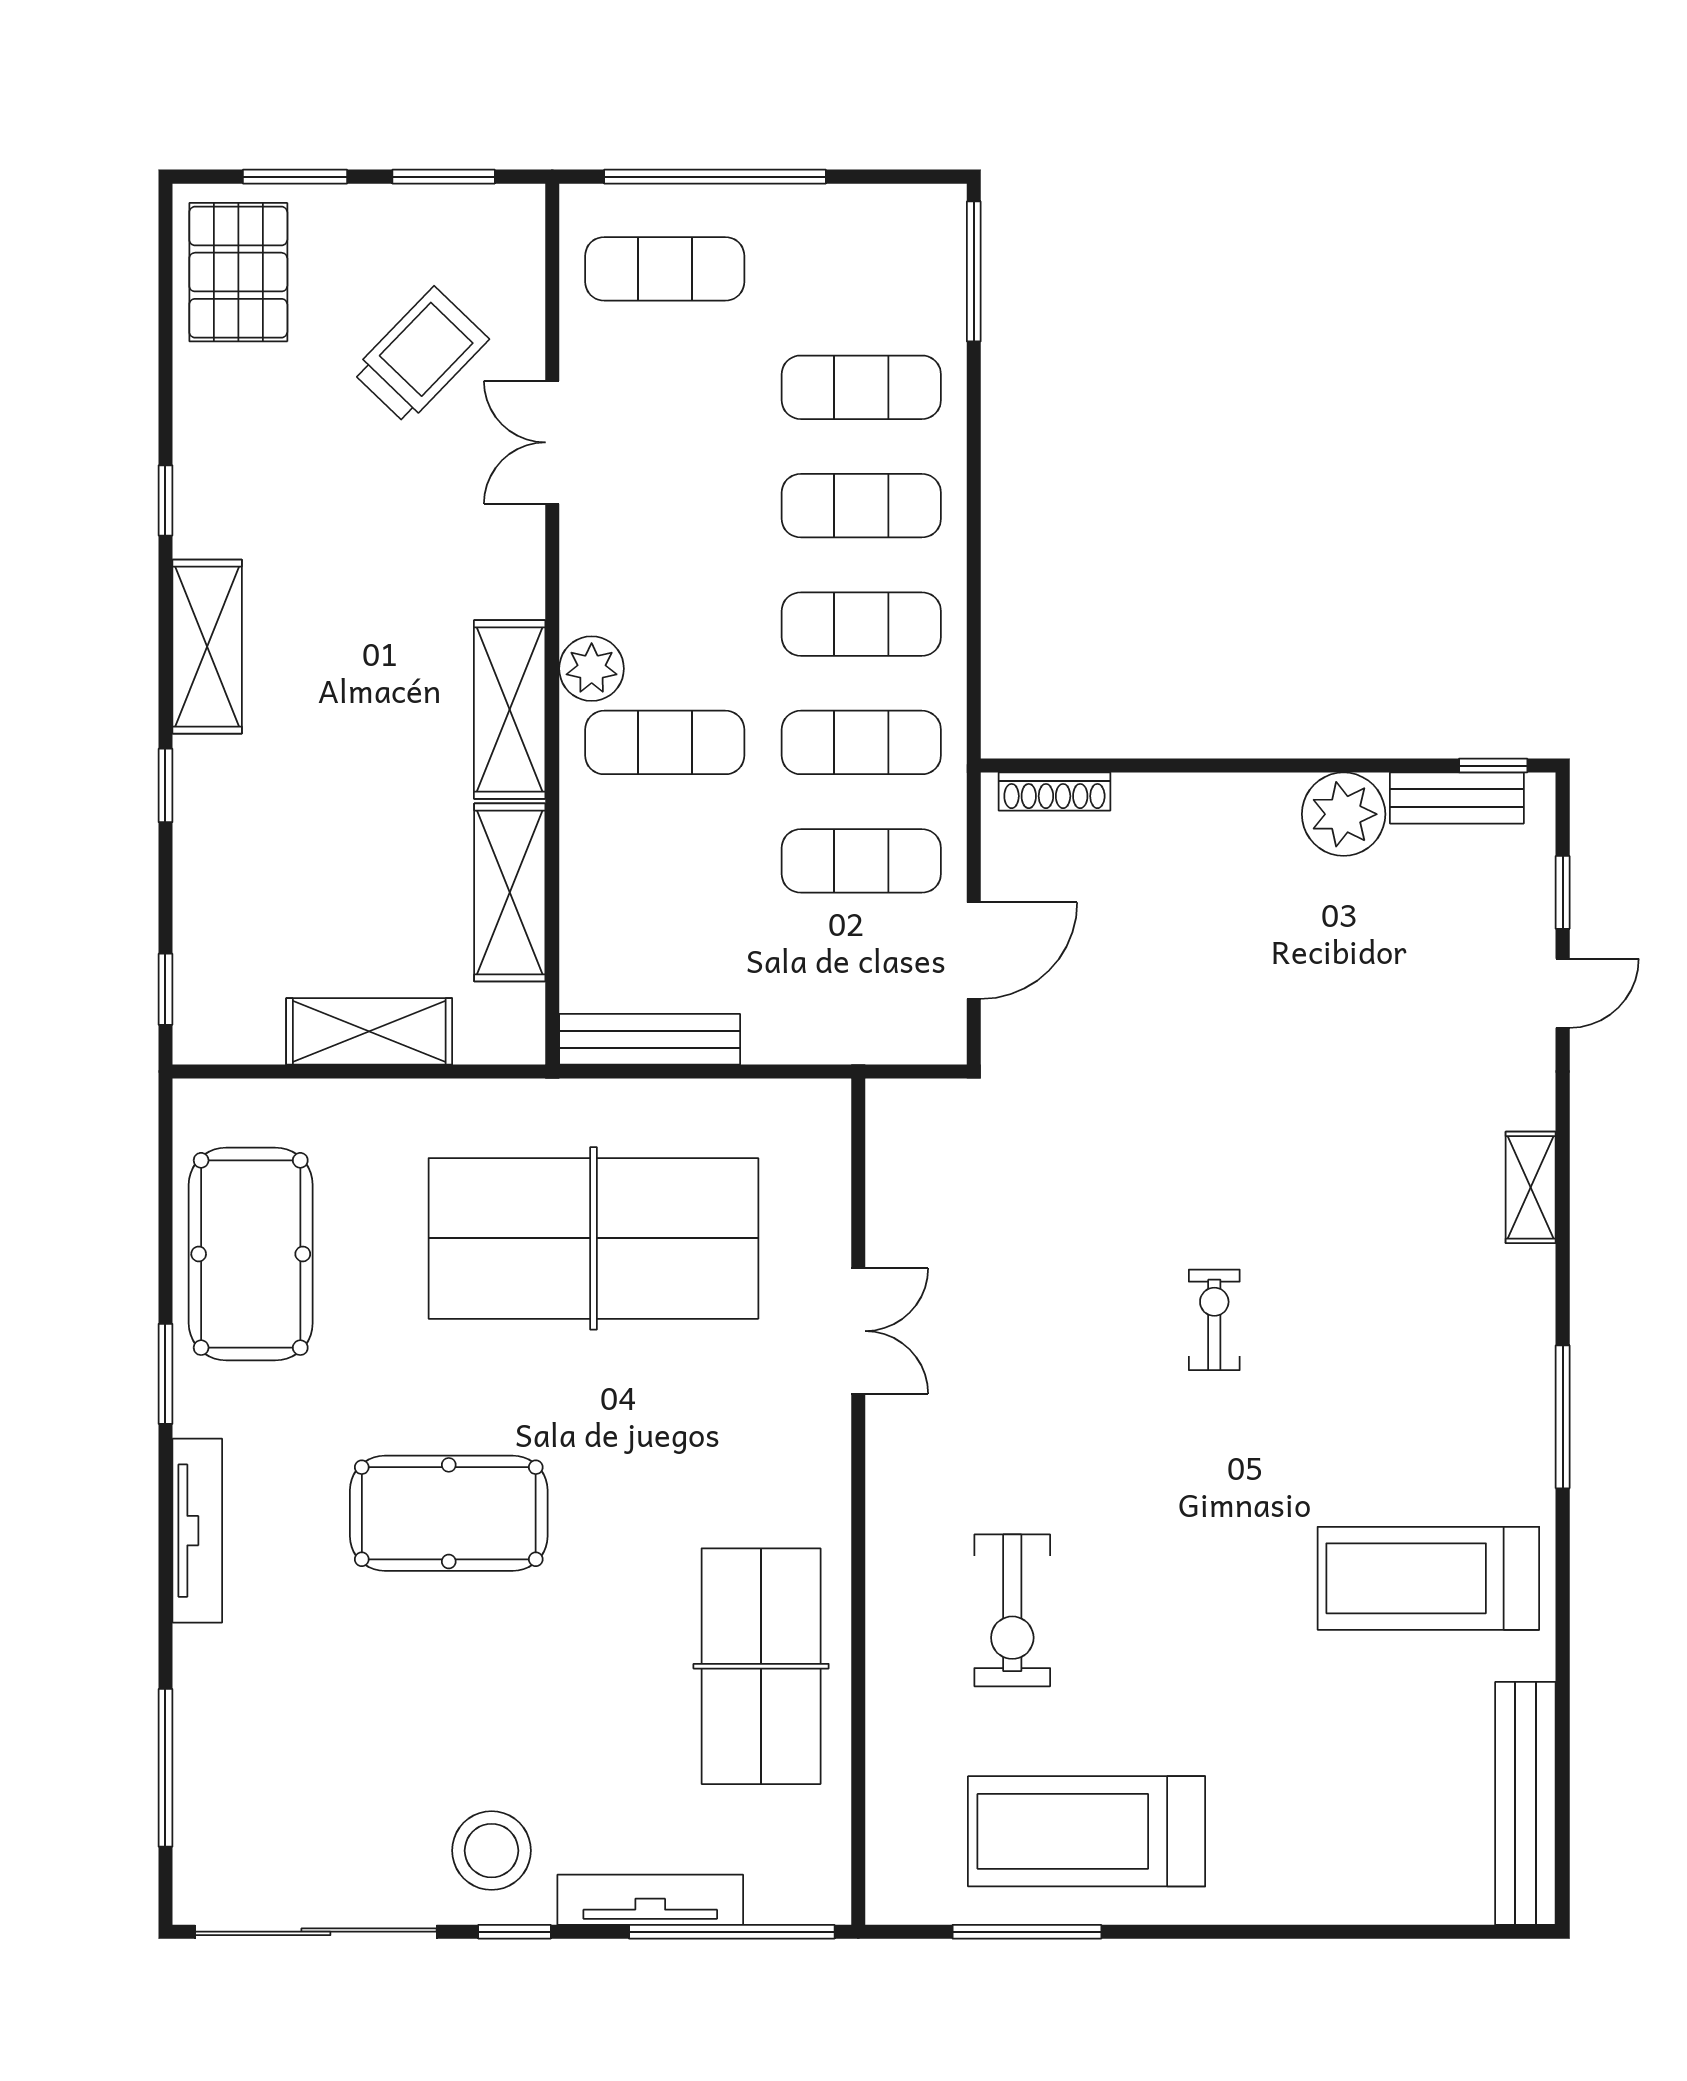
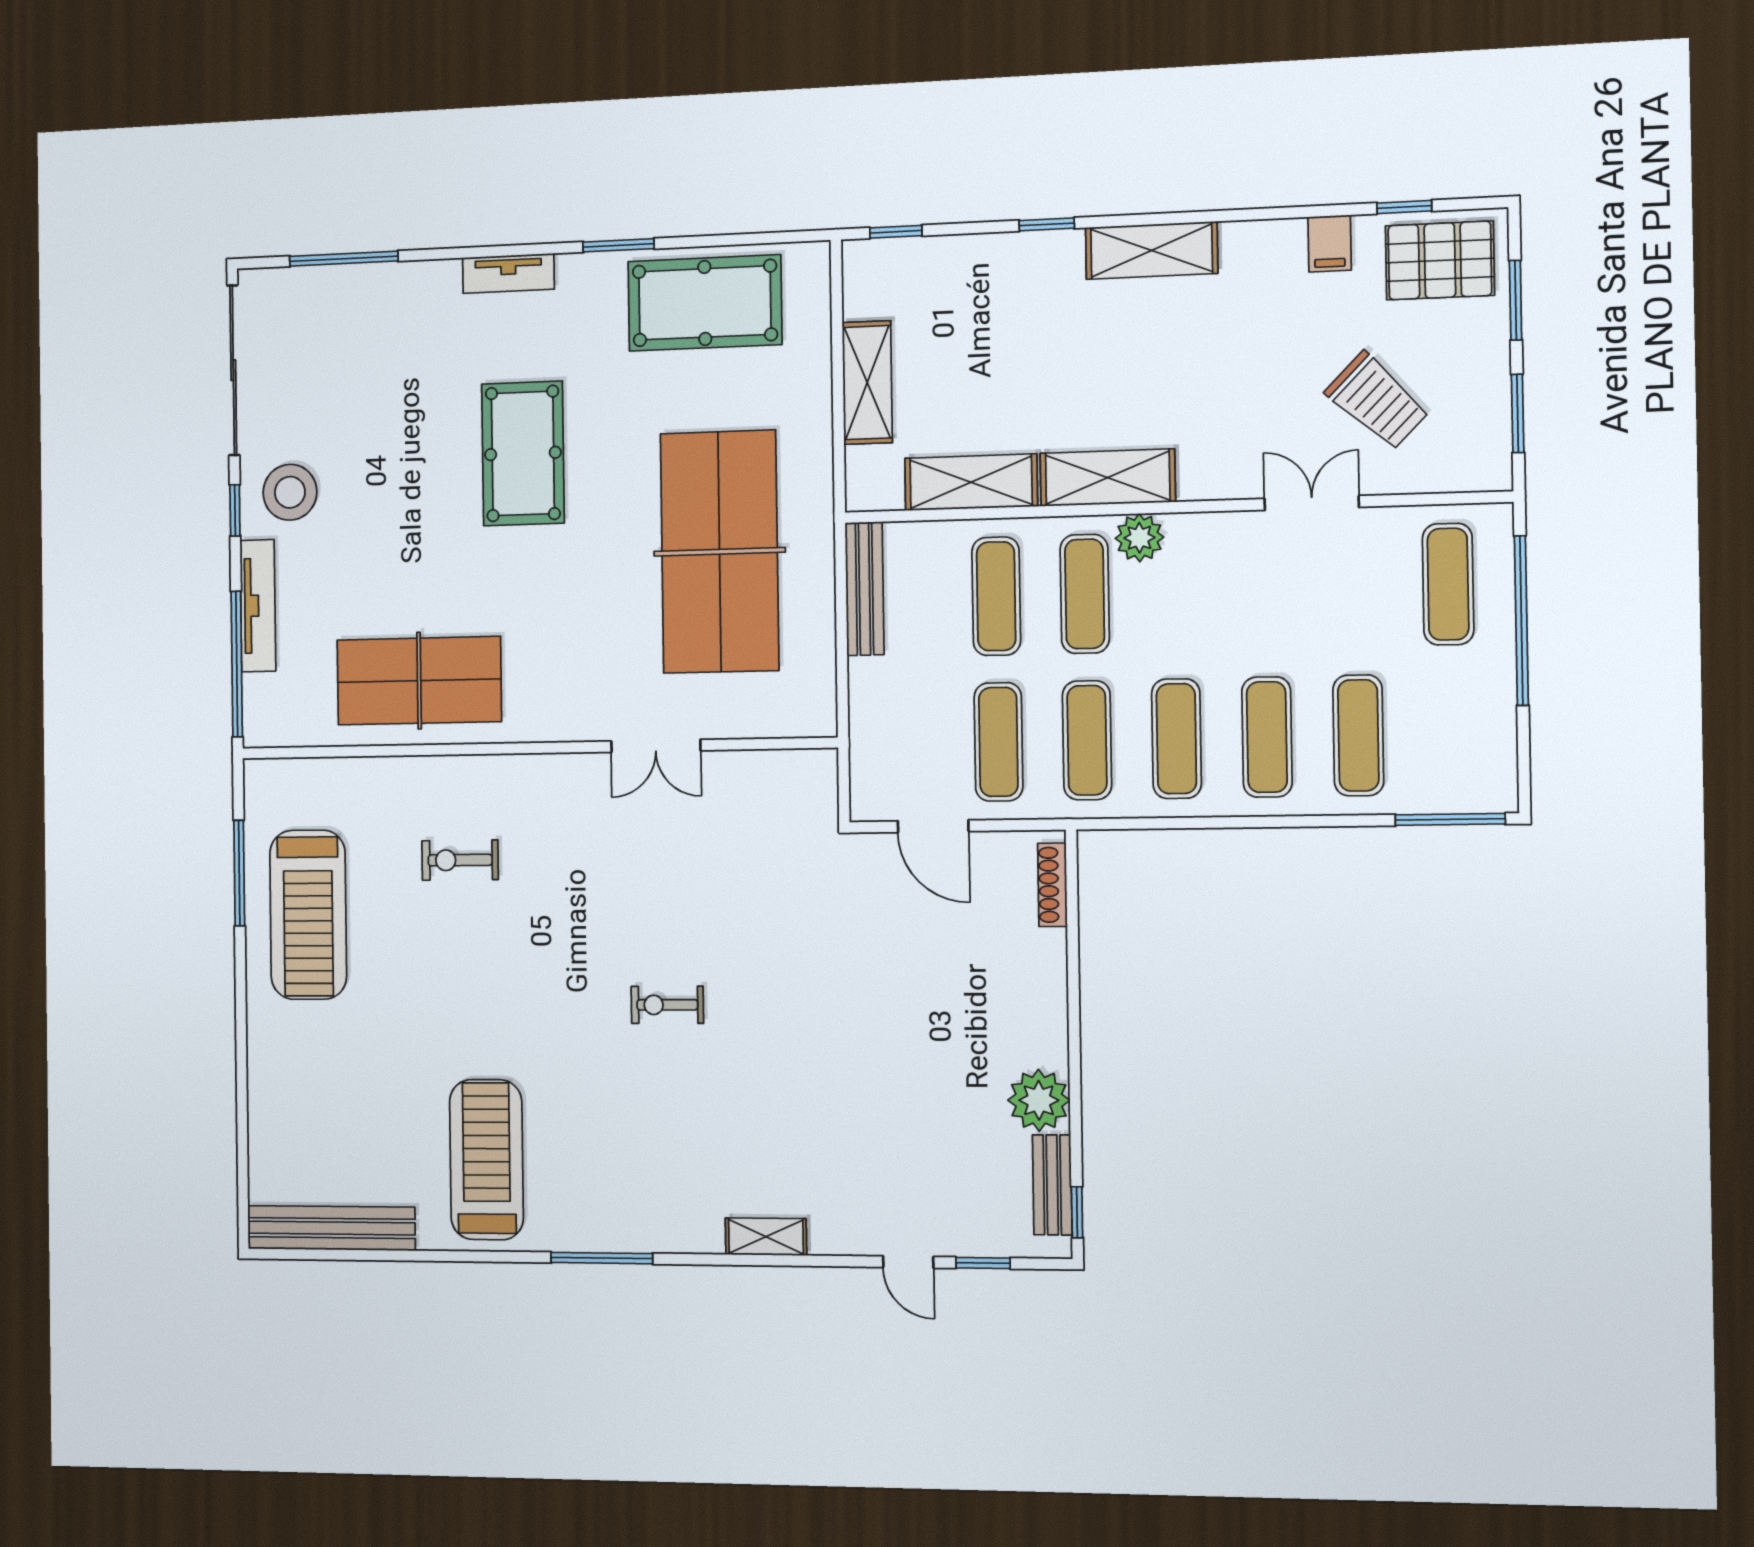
filing cabinet: (209, 413) -> (1330, 243), added
window: (165, 500) -> (1404, 207), moved
exercise mat: (665, 861) -> (996, 596), added
exercise bike: (1214, 1320) -> (667, 1005), turned 180
tv unit: (197, 1531) -> (508, 273), width x0.71
exercise bike: (1012, 1610) -> (460, 860), width x0.73, depth x0.72
treadmill: (1087, 1831) -> (308, 915), turned 180

